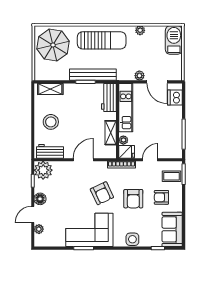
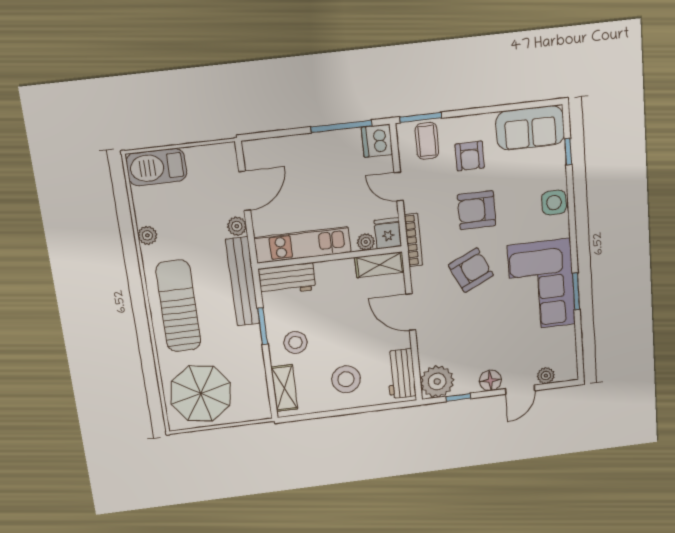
bench: (93, 75) -> (243, 282), moved
dishwasher: (175, 97) -> (377, 141), moved, turned 90
stool: (74, 98) -> (295, 342), added
shelving: (111, 133) -> (380, 265), moved
armchair: (133, 199) -> (477, 210), turned 180
door: (33, 215) -> (520, 390), hinge flipped

